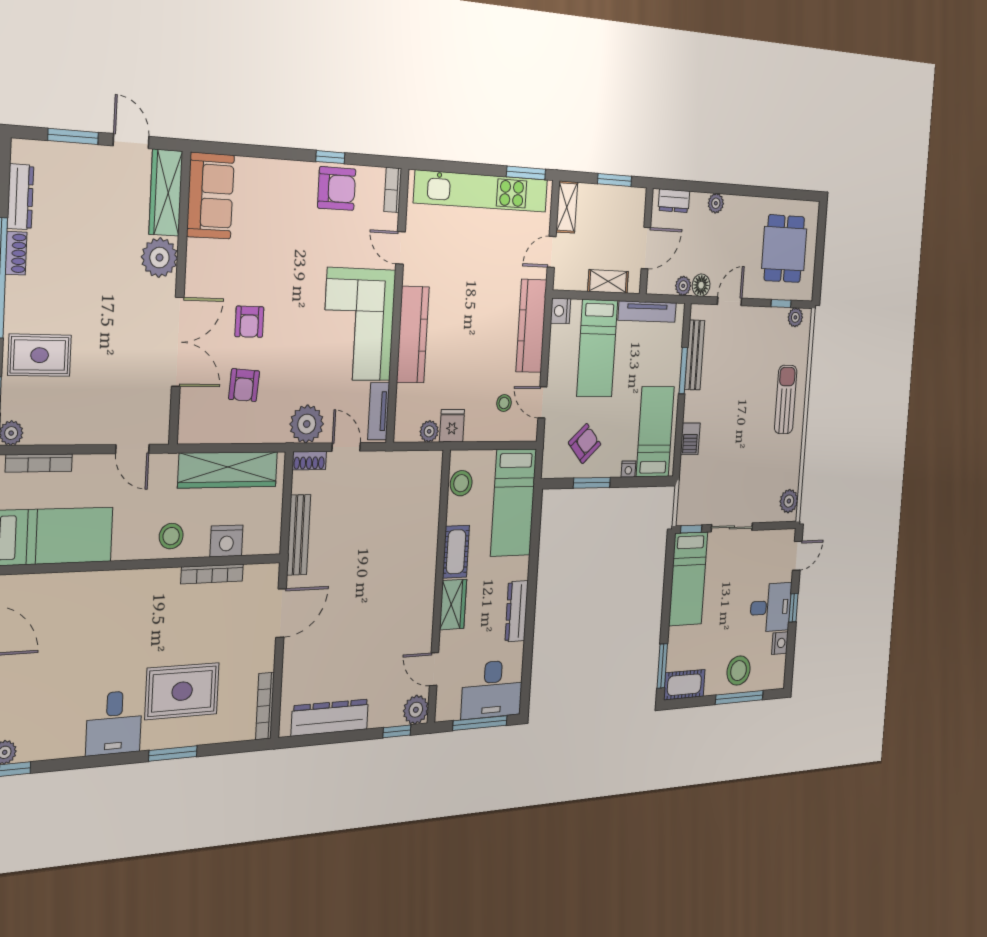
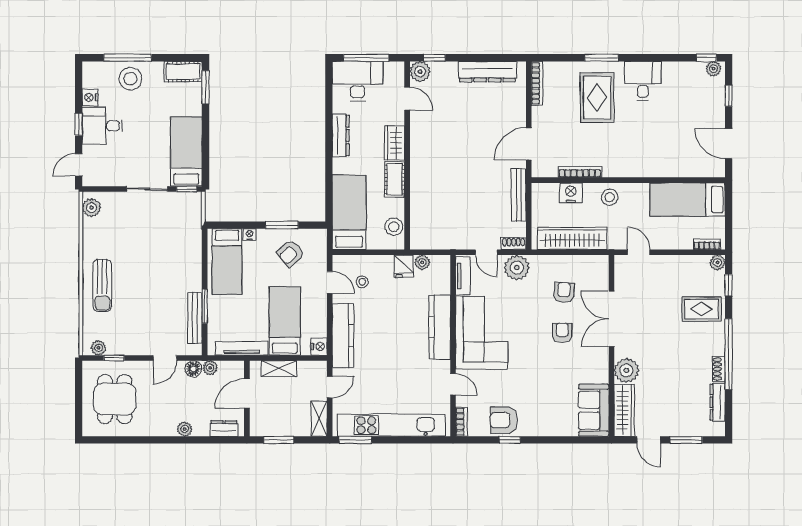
barbecue: (690, 439) -> (194, 256), removed
bookcase: (39, 463) -> (707, 244), width x0.64
rug: (182, 691) -> (597, 98), turned 90

